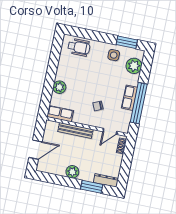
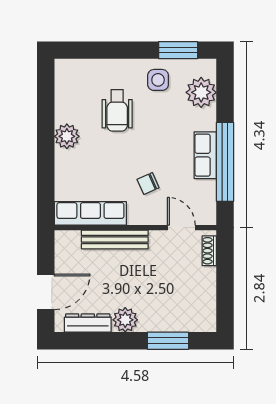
wheelchair: (79, 47) -> (117, 110), moved, turned 90
plant: (59, 87) -> (67, 136), moved
row of seats: (60, 114) -> (90, 213), width x1.48
door: (110, 131) -> (181, 228), swing flipped
dresser: (106, 180) -> (88, 323), moved

